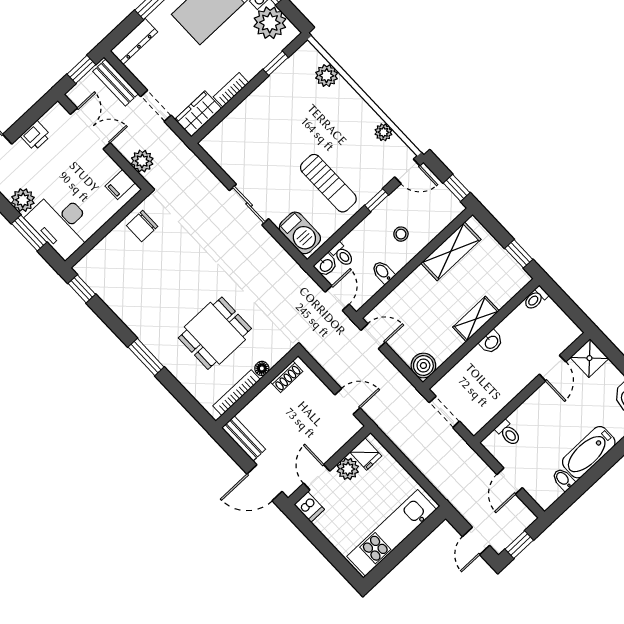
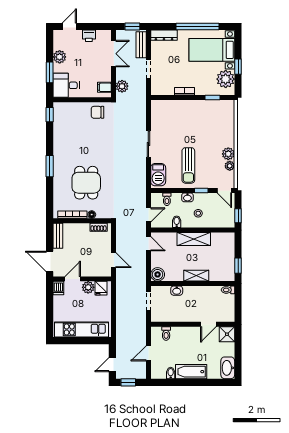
plant: (327, 76) -> (228, 154), moved
wardrobe: (198, 114) -> (162, 88), removed
desk: (62, 224) -> (66, 85), width x0.73
shelving: (451, 251) -> (194, 239), moved
washbasin: (326, 265) -> (187, 197), moved
dining table: (215, 333) -> (86, 183), turned 90
washbasin: (491, 342) -> (177, 291), moved

